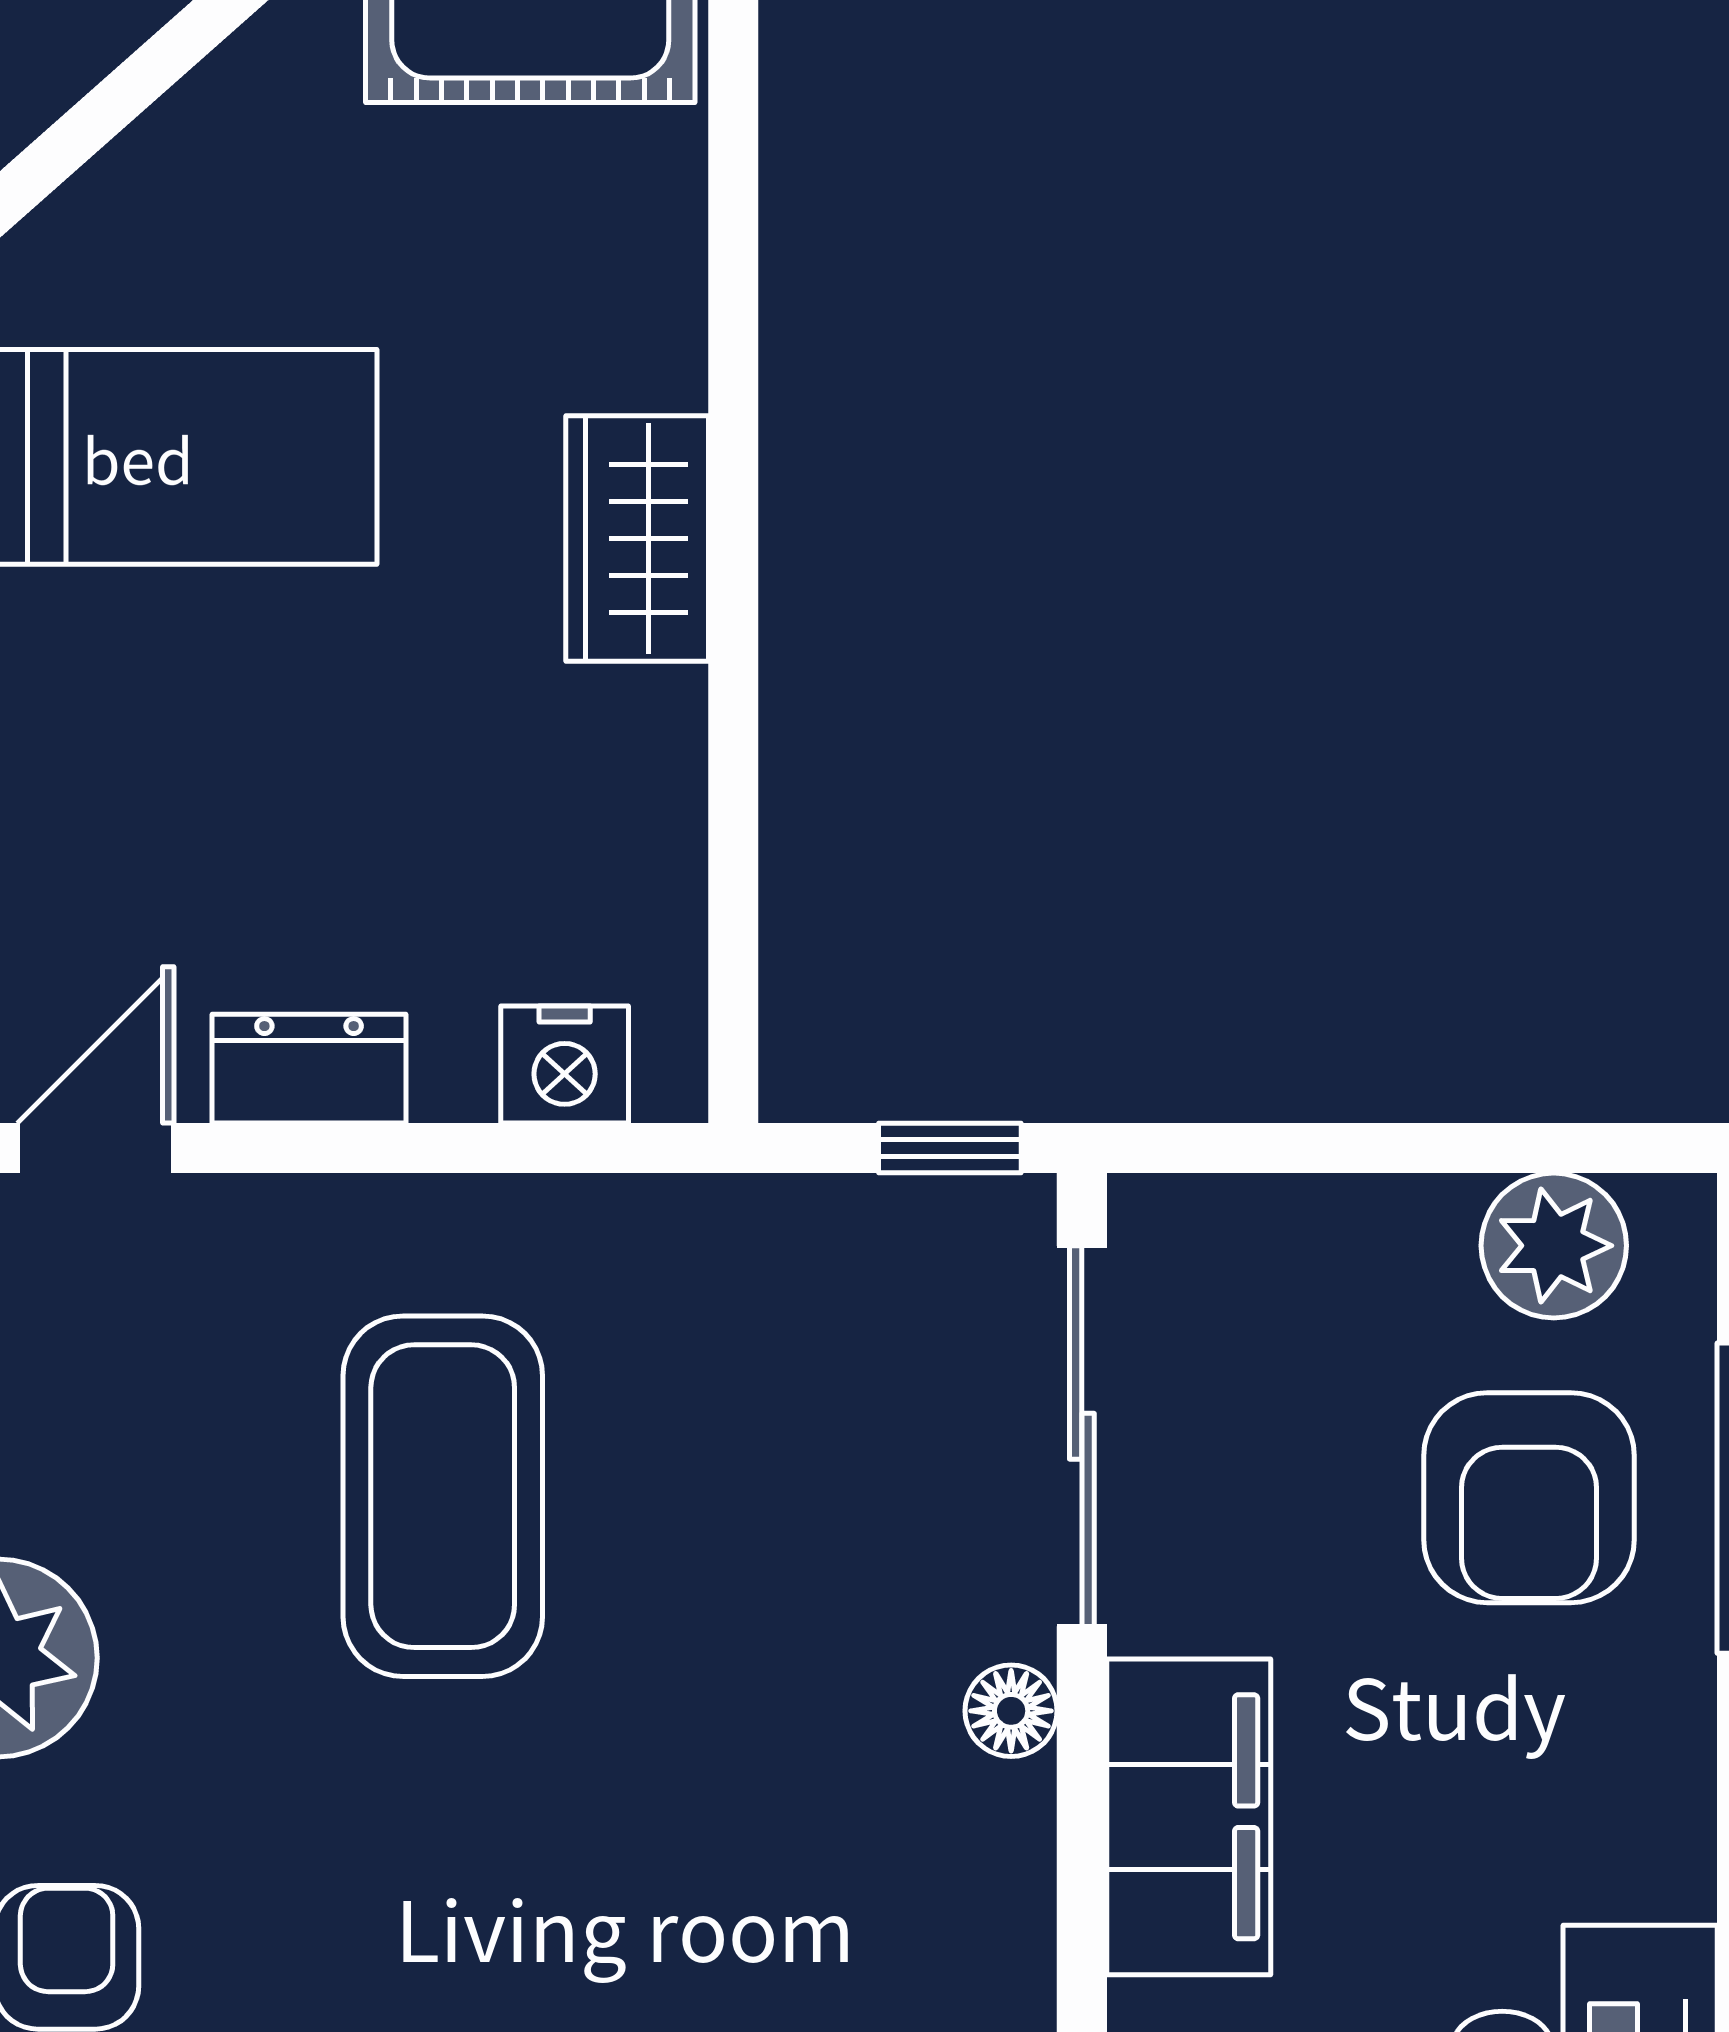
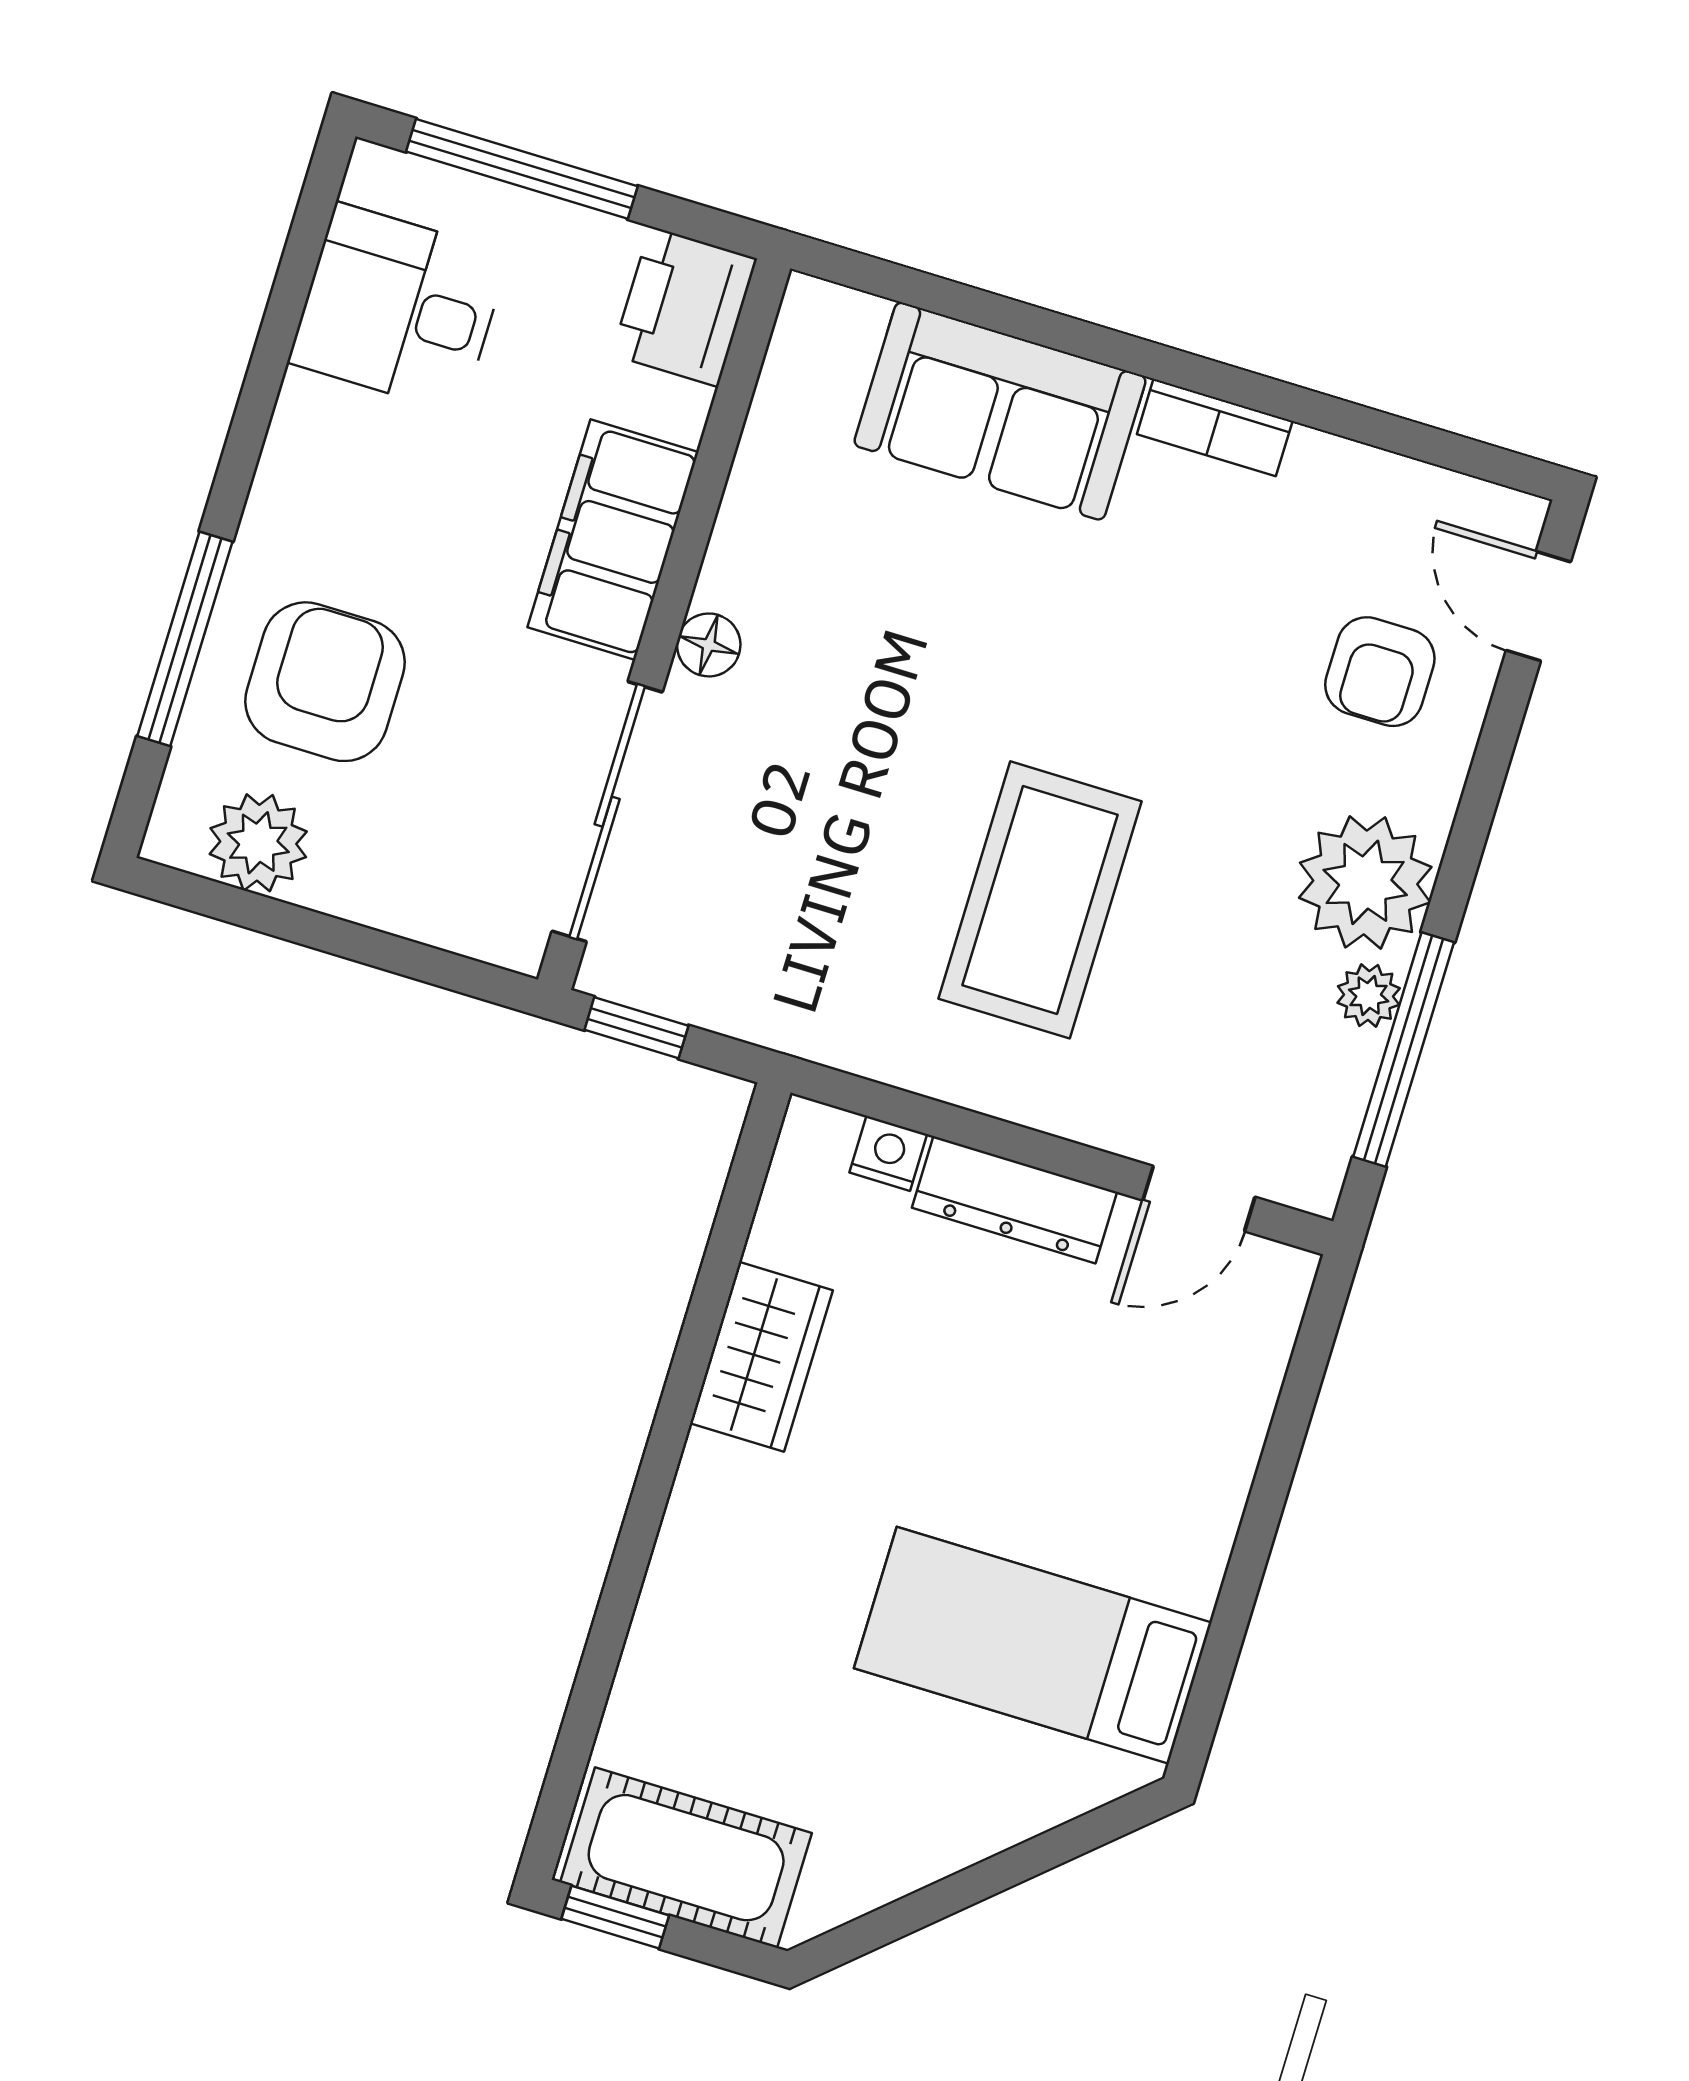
wardrobe: (637, 538) -> (761, 1357), moved
nightstand: (565, 1064) -> (888, 1153), width x0.72, depth x0.74
dresser: (309, 1069) -> (1015, 1200), width x1.44

